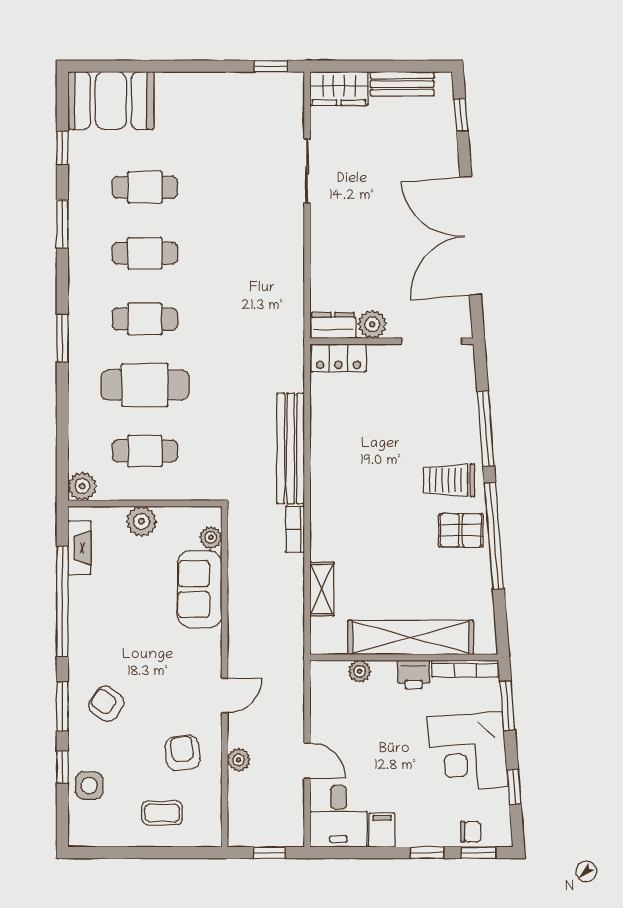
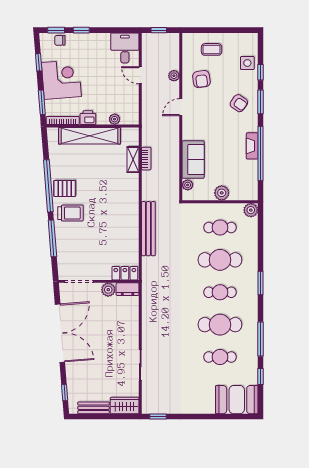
window: (62, 224) -> (261, 339), width x1.44
cafe table: (145, 253) -> (220, 325), width x1.37, depth x1.35
bookcase: (295, 529) -> (146, 159), moved
fireplace: (79, 548) -> (252, 146), moved
filing cabinet: (382, 830) -> (103, 41), removed

